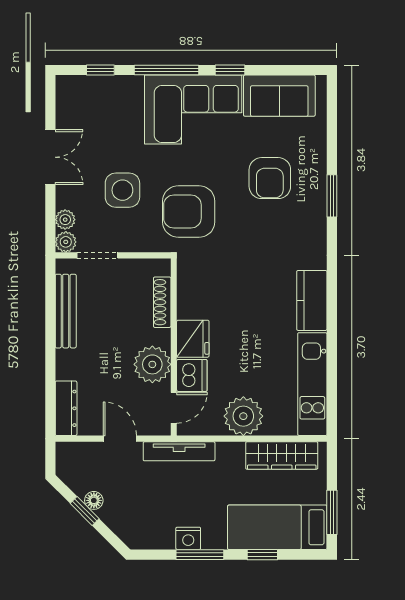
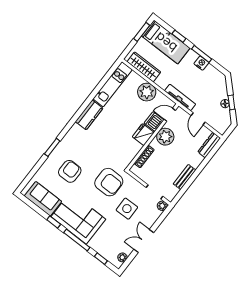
plant: (65, 220) -> (122, 257), moved
bench: (66, 311) -> (185, 177), width x0.73

